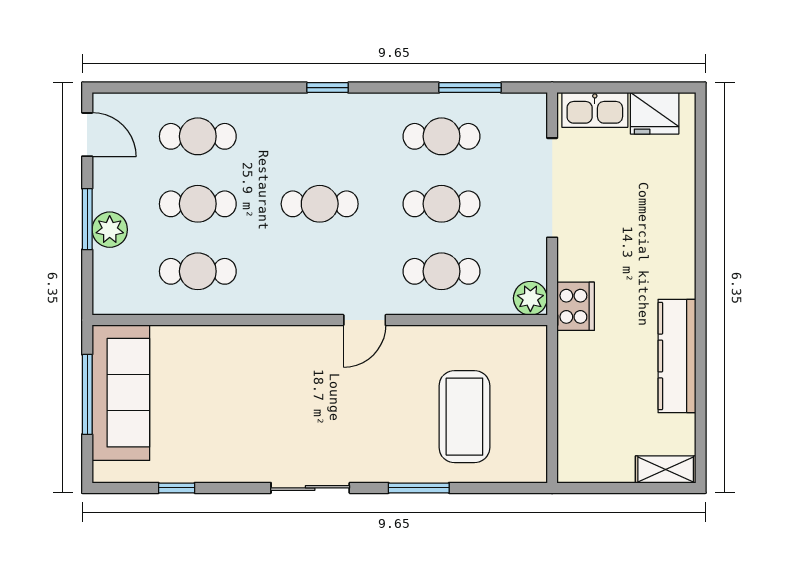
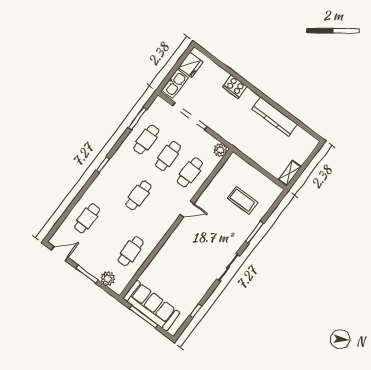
cafe table: (198, 204) -> (109, 235), removed
plant: (110, 230) -> (108, 278), moved
cooker: (576, 306) -> (235, 87), moved, turned 180
door: (365, 320) -> (187, 209), hinge flipped
coffee table: (464, 417) -> (243, 200), width x0.73, depth x0.76
shelving: (666, 470) -> (290, 173), moved

